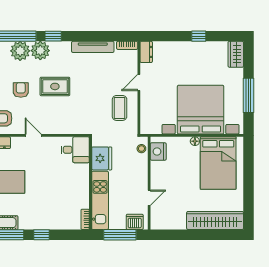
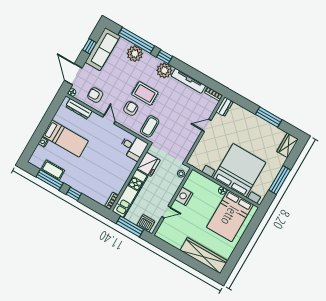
window: (199, 36) -> (269, 117), width x2.17
plant: (40, 51) -> (164, 70), moved
armchair: (21, 90) -> (131, 108), moved
coffee table: (120, 108) -> (150, 126), moved
nightstand: (158, 152) -> (184, 196), moved

